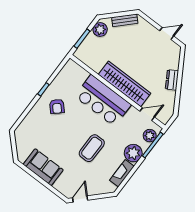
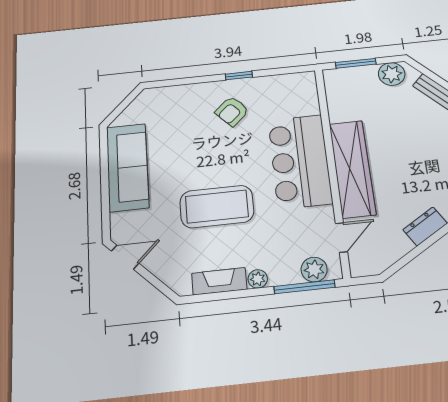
door: (147, 114) -> (341, 237), hinge flipped
coffee table: (92, 148) -> (217, 207), width x1.36, depth x1.32
plant: (133, 153) -> (258, 279), width x0.53, depth x0.53
sofa: (43, 167) -> (127, 167), width x1.36

